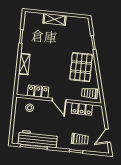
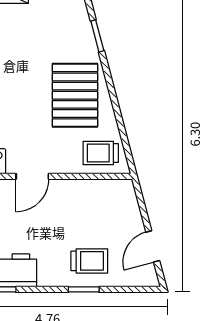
door: (59, 100) -> (32, 176), hinge flipped
locker: (82, 109) -> (87, 191), removed

